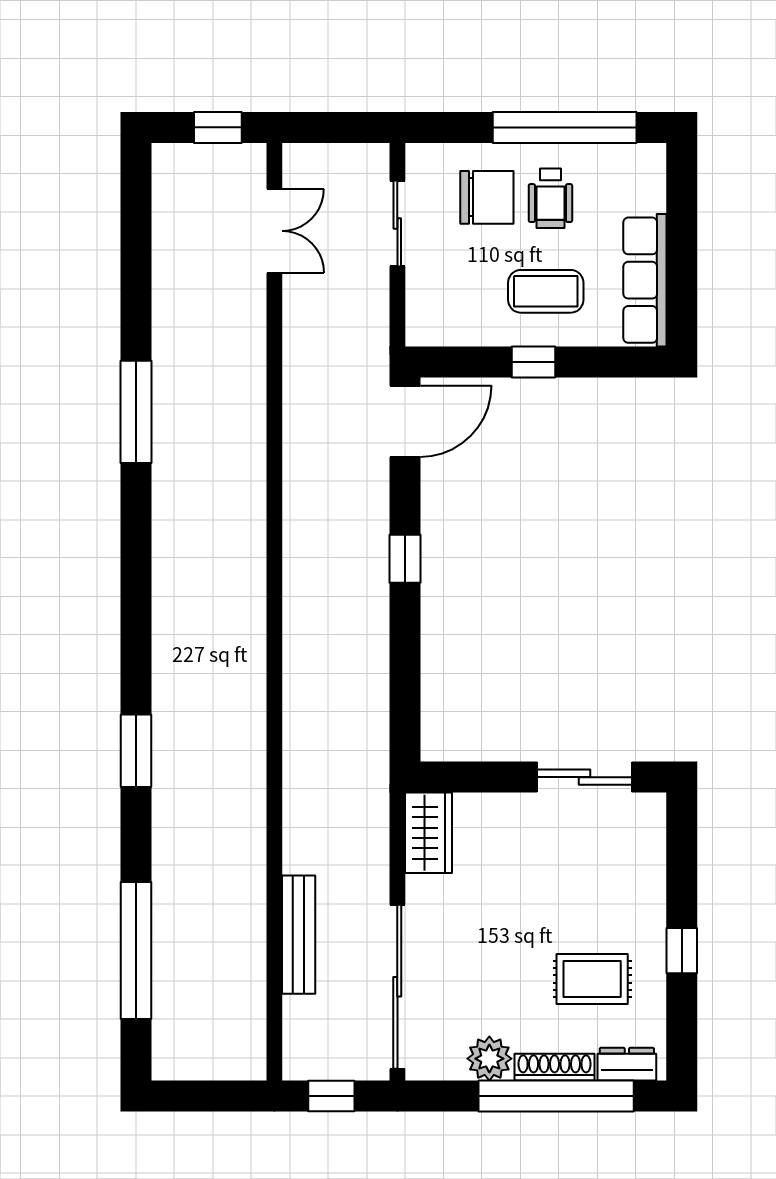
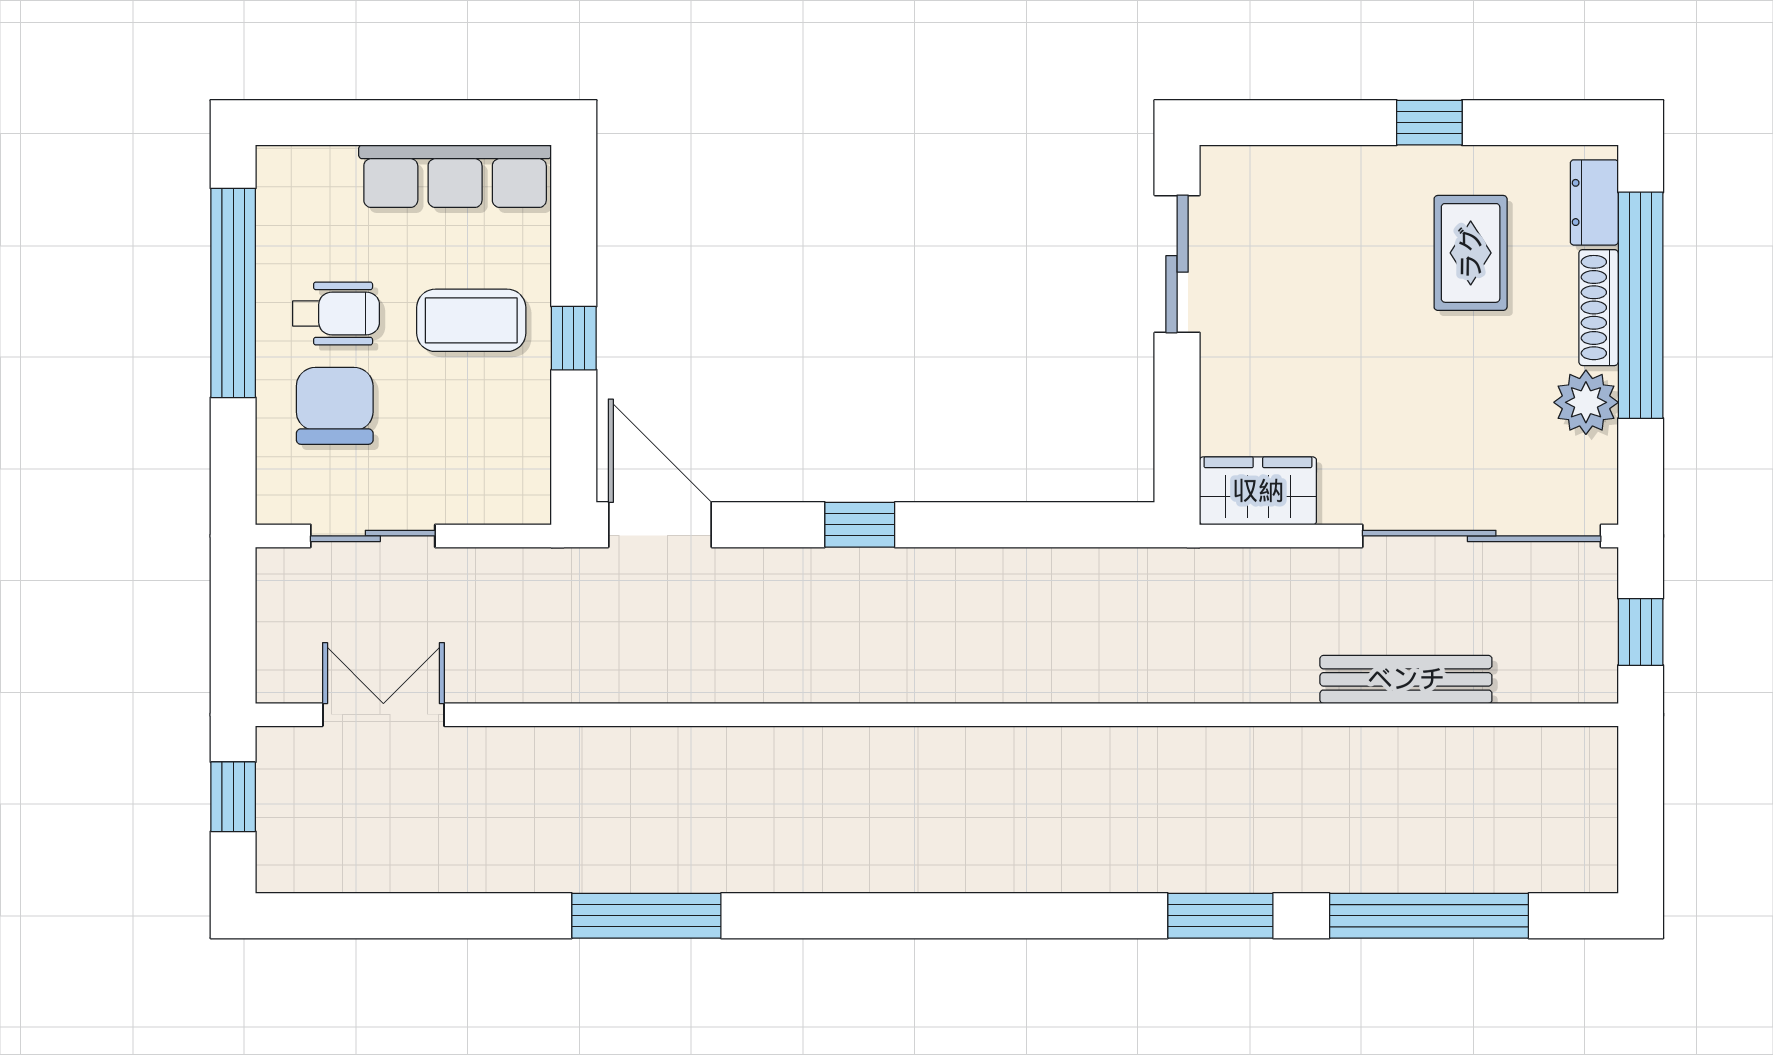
coffee table: (546, 291) -> (471, 320), turned 90
window: (136, 751) -> (1220, 916), moved

